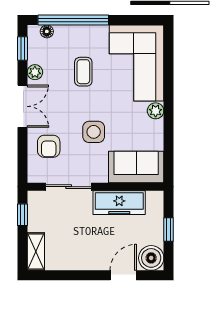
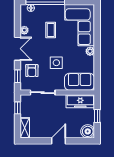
window: (22, 48) -> (18, 76), moved
freezer: (119, 203) -> (80, 101), moved
door: (123, 275) -> (59, 141), moved

